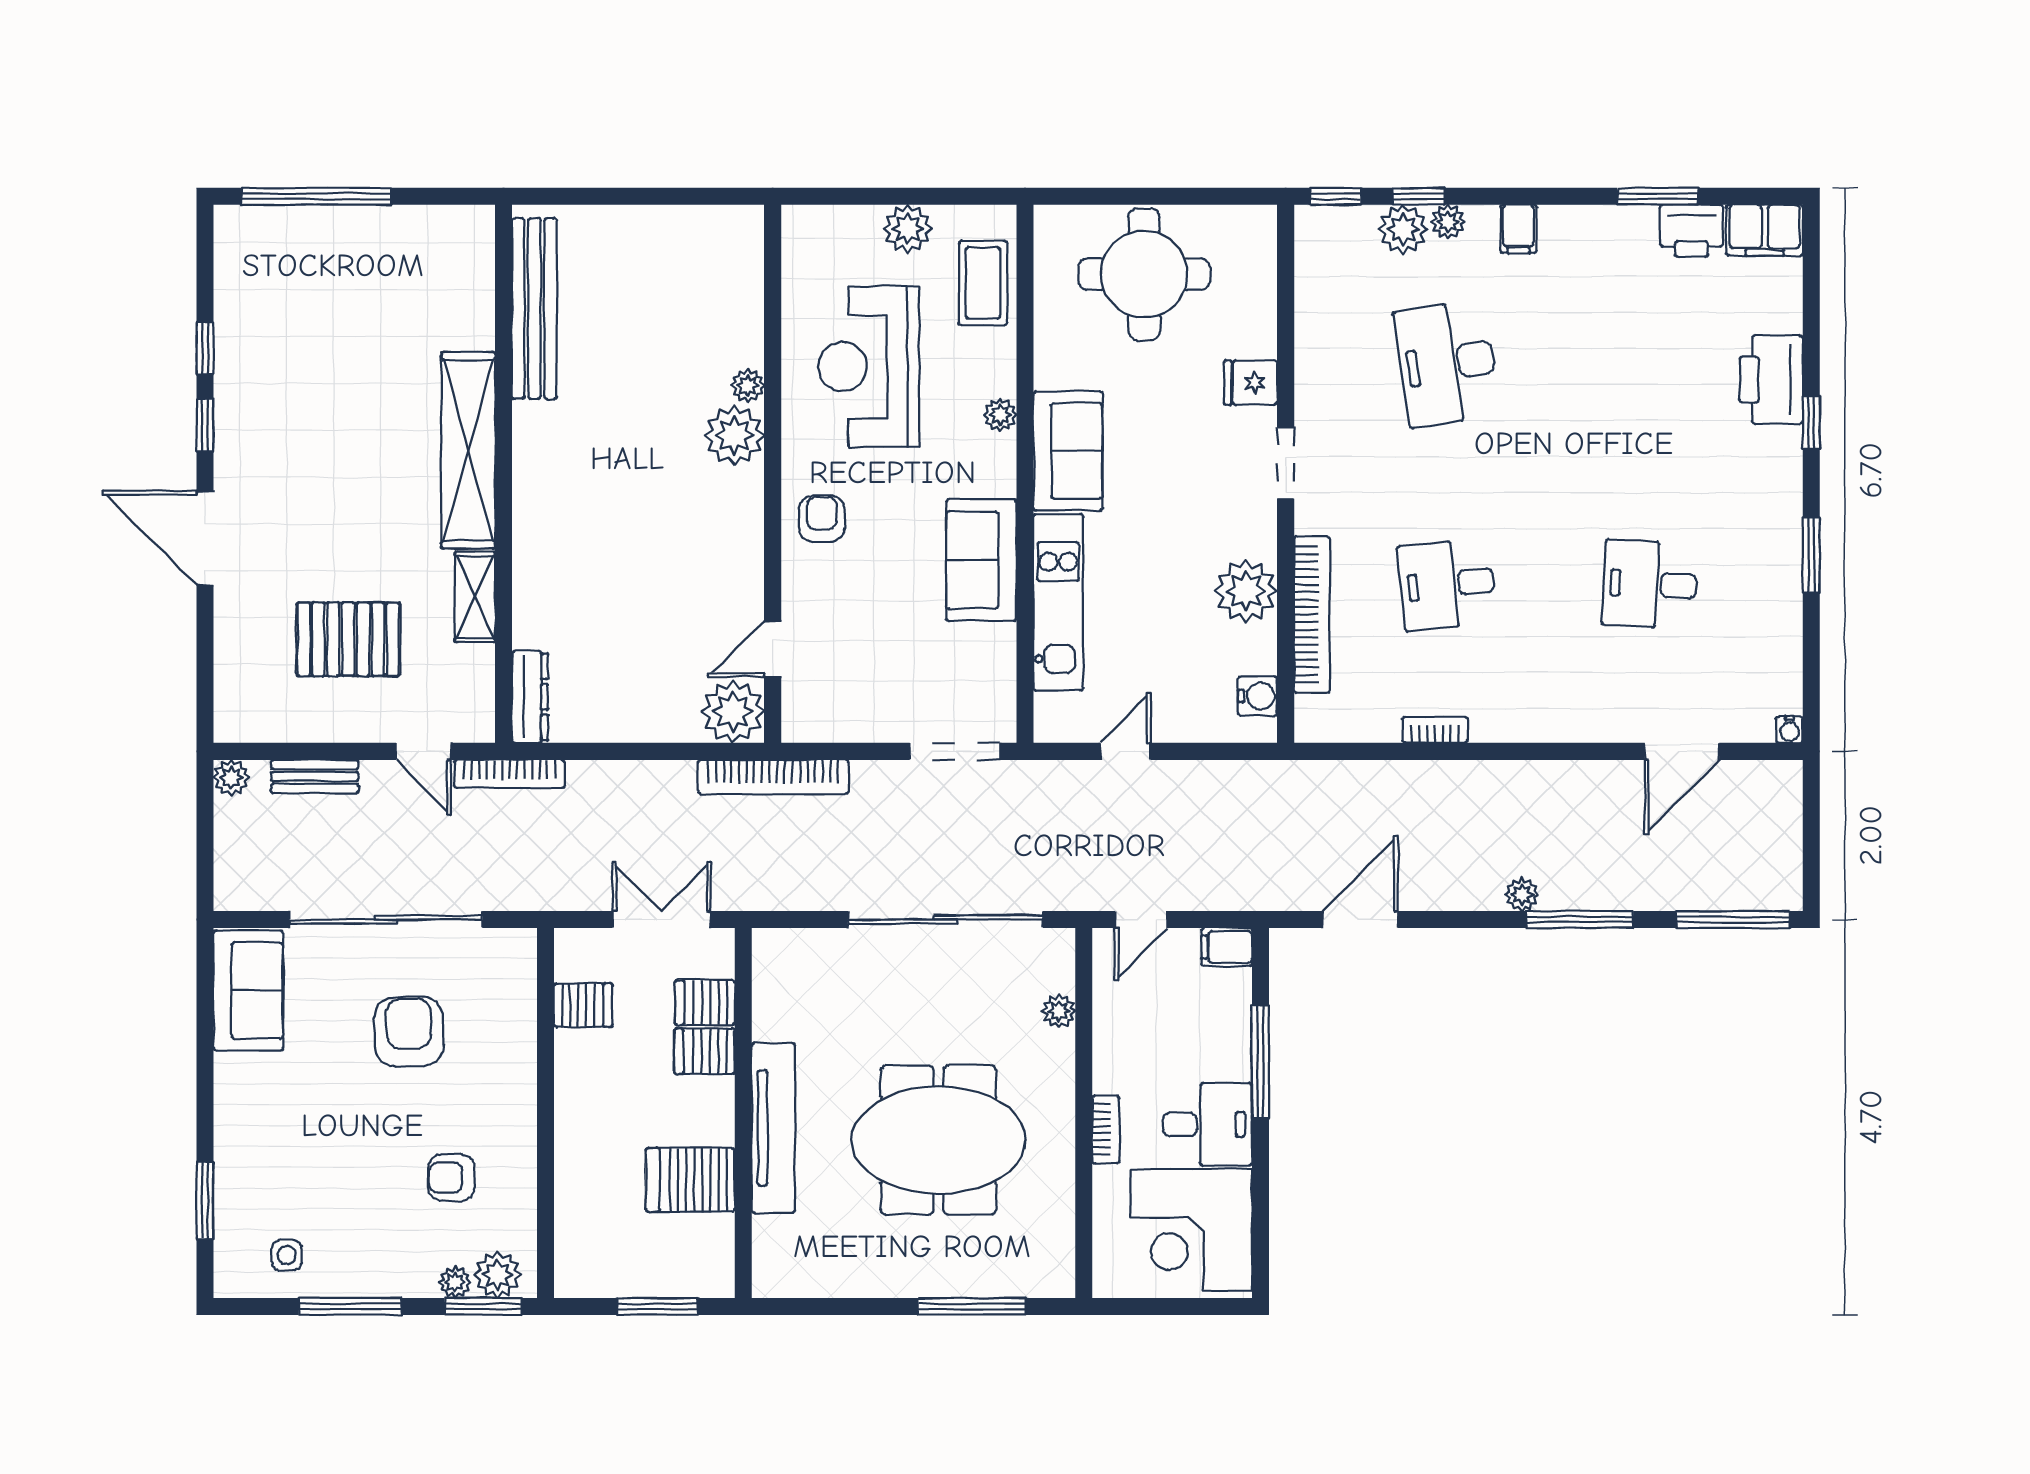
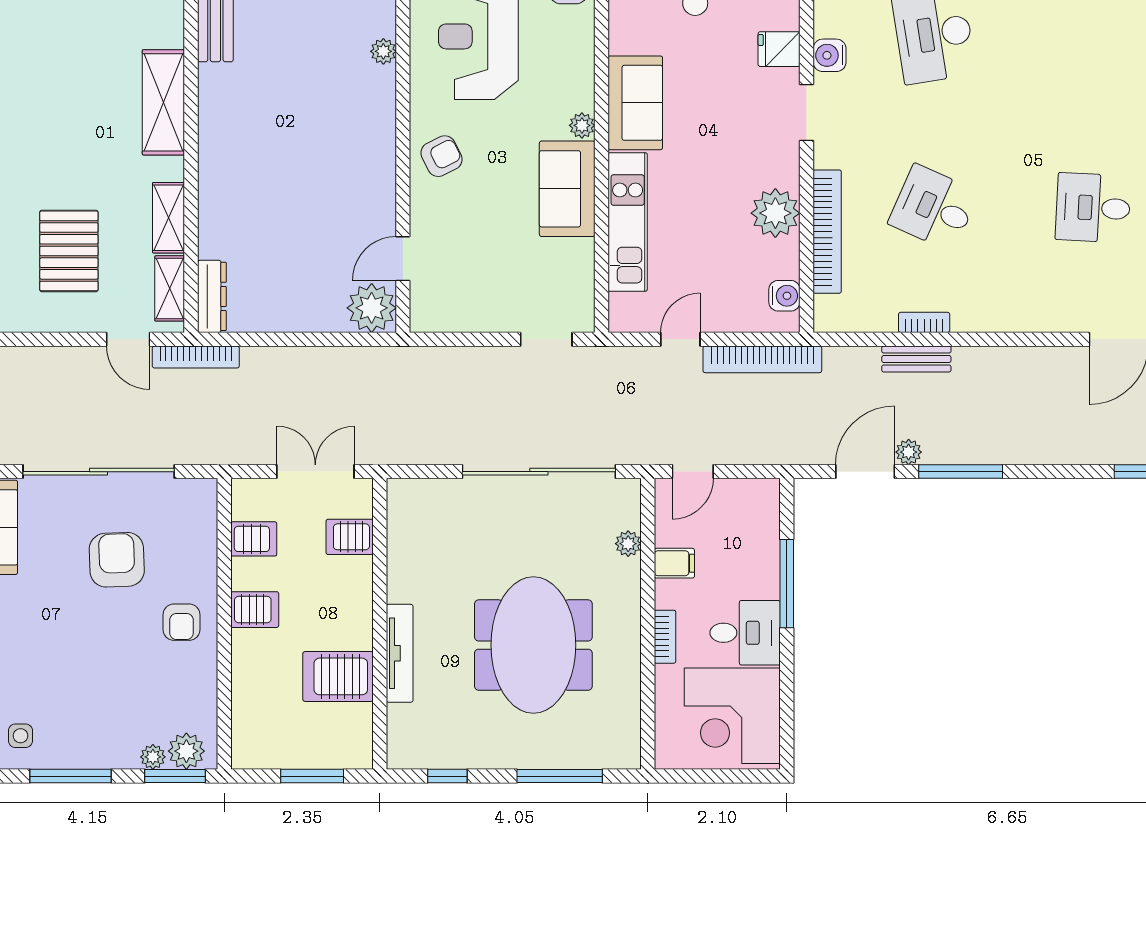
water cooler: (1315, 391) -> (830, 55), added
plant: (1000, 415) -> (582, 125), moved
plant: (734, 435) -> (373, 90), removed
shelving: (468, 450) -> (163, 102), width x0.68
armchair: (822, 519) -> (441, 156), turned 63
desk: (1447, 584) -> (934, 208), turned 30
pallet: (348, 639) -> (69, 251), turned 90
shelving: (476, 687) -> (170, 288), added
doorway: (955, 751) -> (546, 339), width x0.73
bench: (315, 777) -> (916, 359), moved
bookcase: (773, 777) -> (762, 359), moved
plant: (1522, 895) -> (909, 452), moved
window: (1580, 920) -> (961, 472), moved
filing cabinet: (1227, 947) -> (674, 563), moved, turned 180
server rack: (704, 1051) -> (255, 610), moved, turned 180
tv unit: (773, 1128) -> (400, 653), width x0.73, depth x0.78
meeting table: (938, 1140) -> (533, 645), turned 90
armchair: (451, 1177) -> (181, 622), moved, turned -90
window: (829, 1306) -> (447, 776), added

